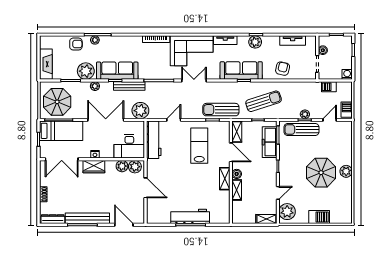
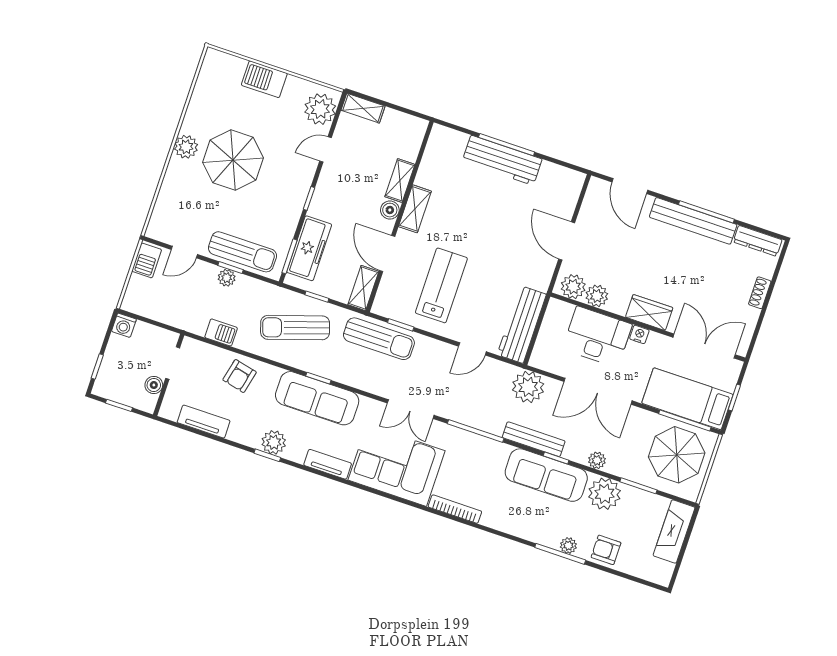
barbecue: (329, 87) -> (221, 332), moved
desk: (129, 146) -> (597, 337), moved
lab bench: (199, 146) -> (441, 285), turned 180

